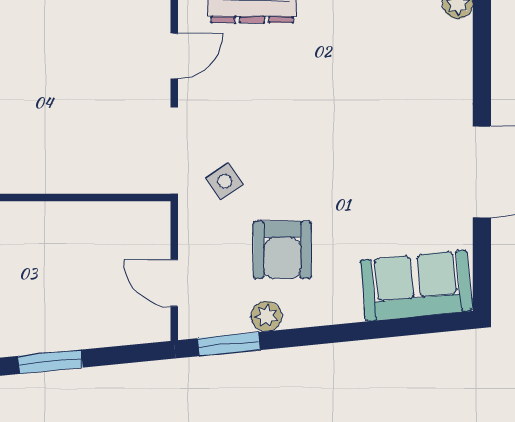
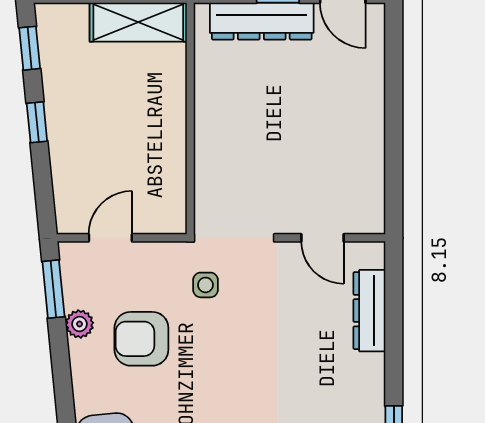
side table: (225, 181) -> (205, 285), turned 35
window: (50, 362) -> (37, 122), width x0.67

